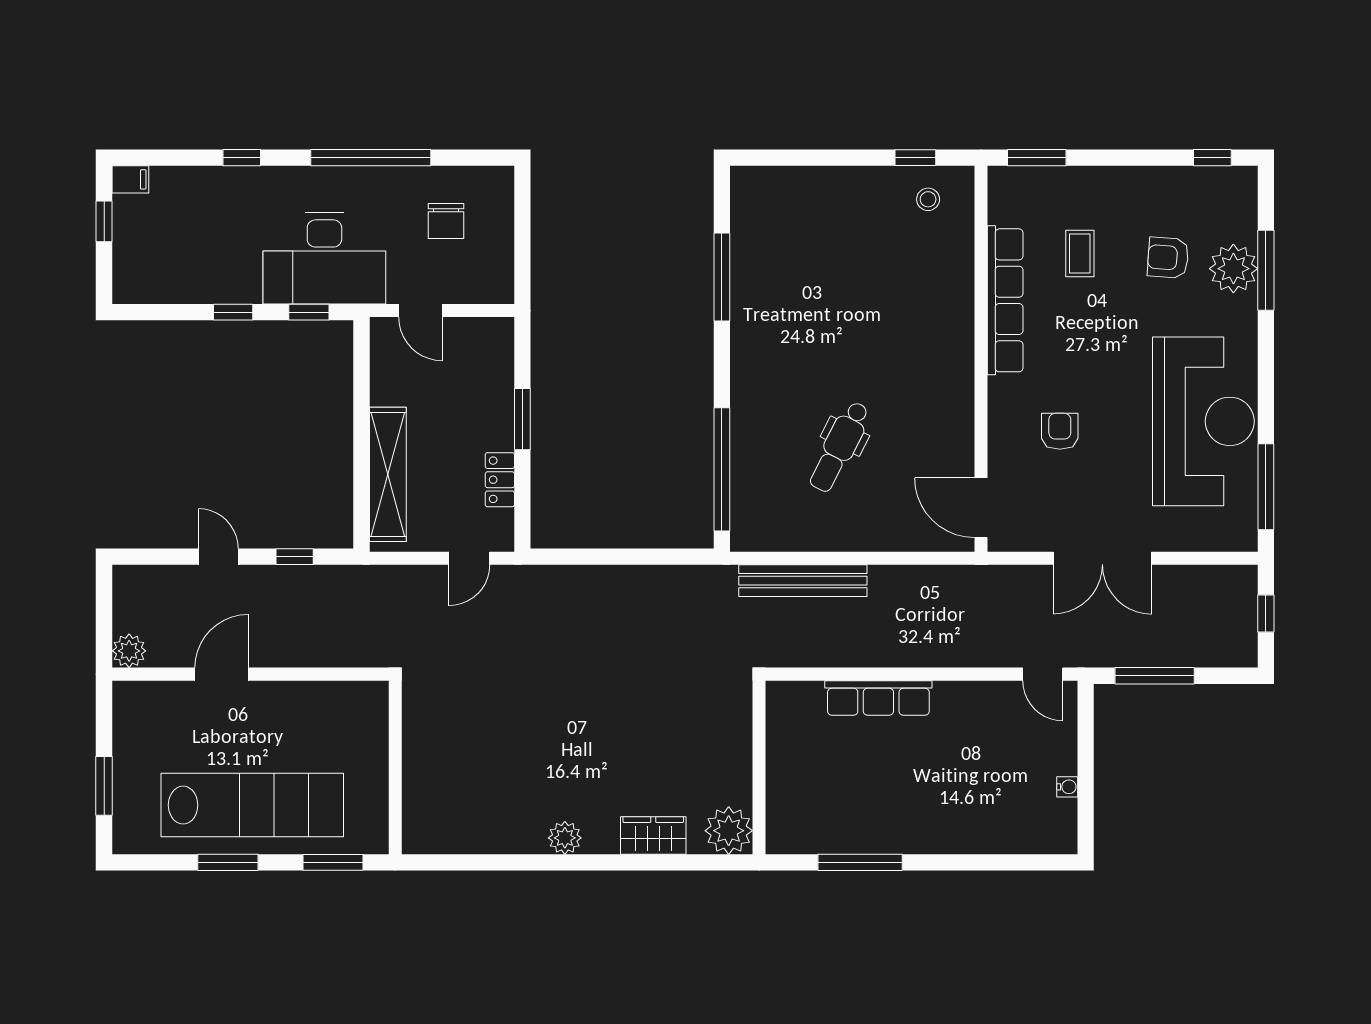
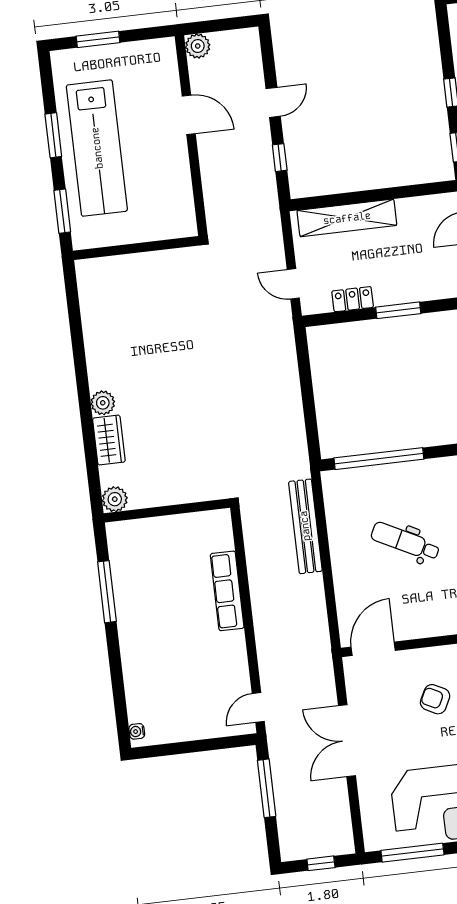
armchair: (1060, 431) -> (435, 699), turned -153
water cooler: (1067, 787) -> (137, 731), moved, turned 90
plant: (729, 831) -> (115, 499), width x0.73, depth x0.73
plant: (565, 838) -> (103, 403), moved

